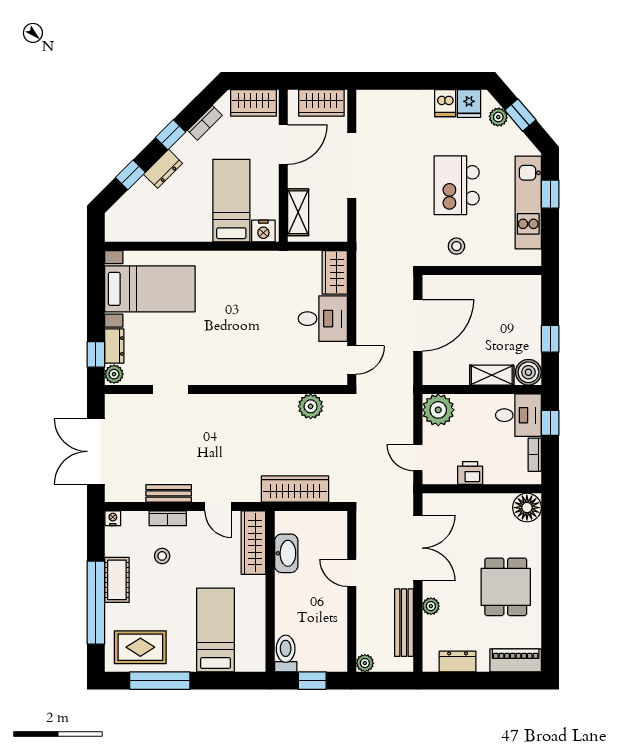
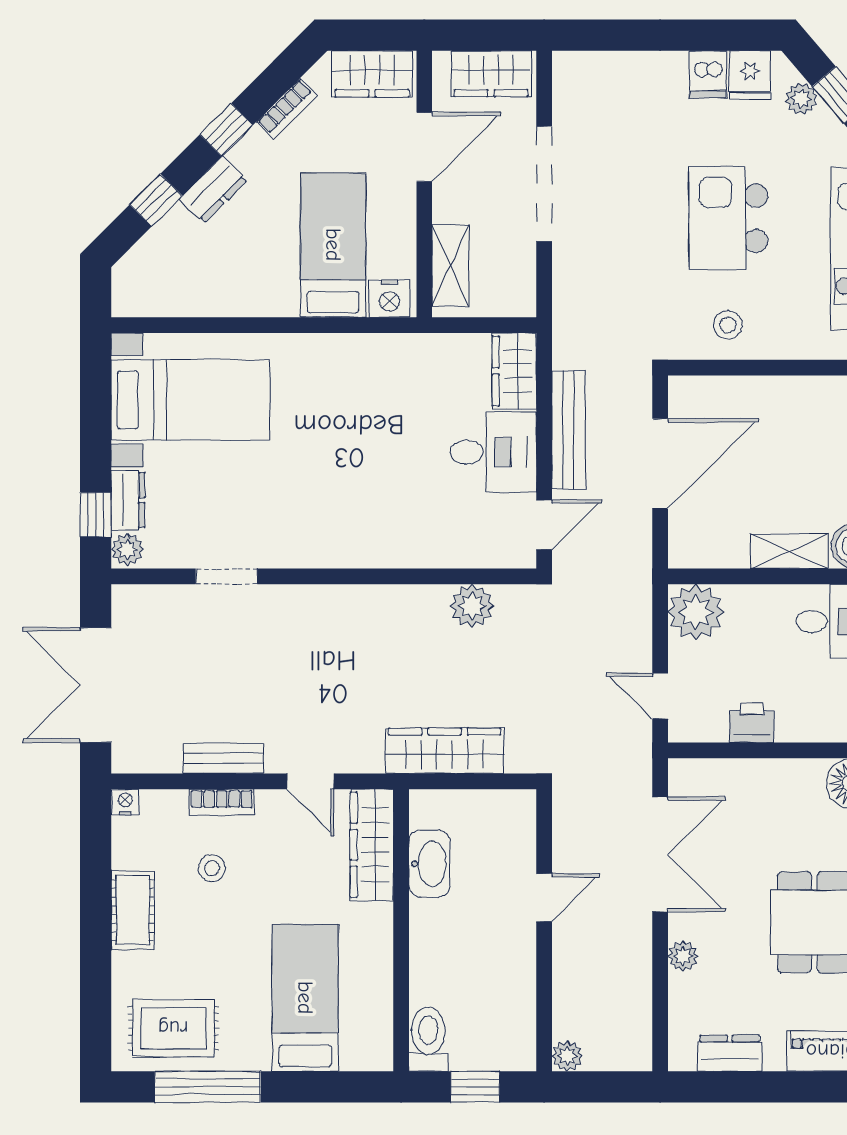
door: (352, 573) -> (544, 898), swing flipped
window: (96, 603) -> (96, 950), removed
bench: (404, 623) -> (568, 430), moved

